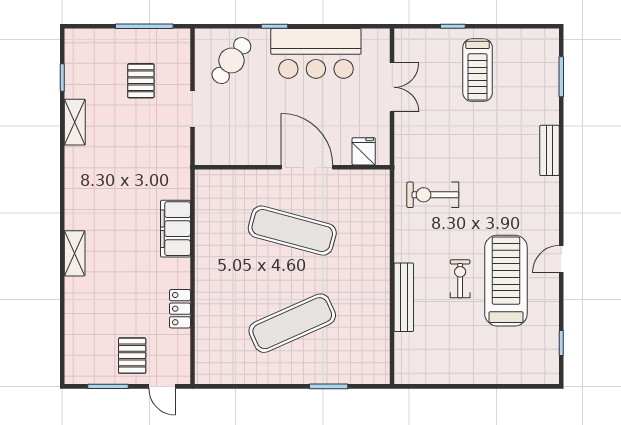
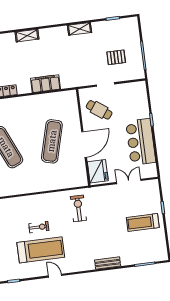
cafe table: (231, 61) -> (99, 110), moved
double door: (392, 87) -> (129, 181), swing flipped
shelving: (75, 122) -> (80, 29), moved
fridge: (364, 151) -> (98, 171), width x1.88, depth x1.34
bench: (404, 297) -> (26, 201), removed

